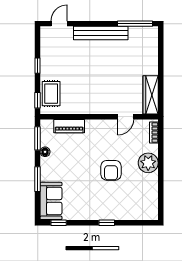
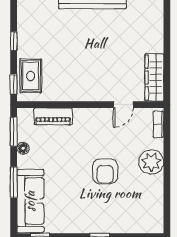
sofa: (51, 201) -> (30, 201), width x1.36

